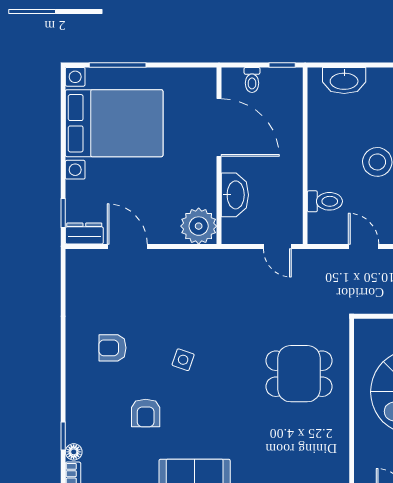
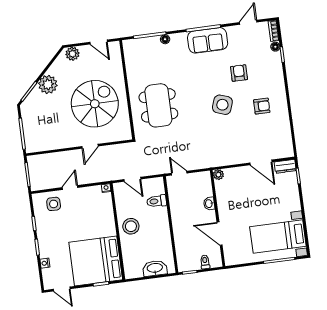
bed with nightstands: (114, 123) -> (278, 237), width x0.73
door: (219, 128) -> (220, 234), width x0.73
washbasin: (235, 195) -> (209, 204), width x0.52, depth x0.69
plant: (199, 226) -> (218, 175), width x0.53, depth x0.53
side table: (183, 360) -> (222, 105), width x1.87, depth x1.87
dining table: (299, 374) -> (158, 105), width x1.38

